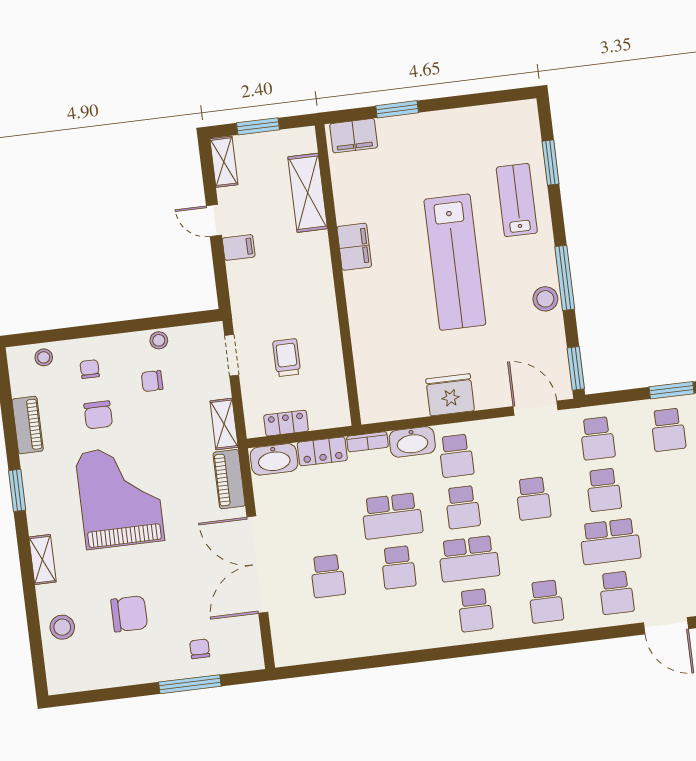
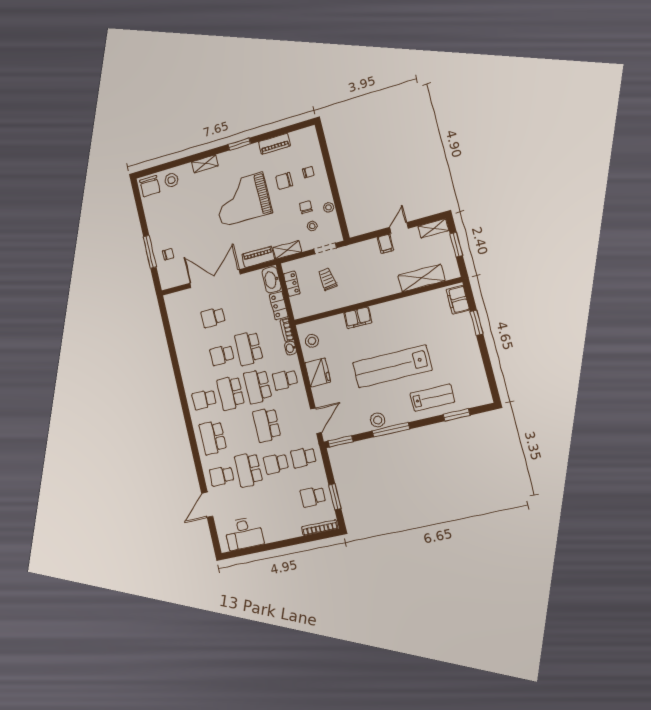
filing cabinet: (354, 247) -> (358, 318), moved
stool: (44, 357) -> (312, 226), moved
trolley: (287, 358) -> (327, 279), turned -98
stool: (393, 399) -> (312, 341), added
washbasin: (412, 442) -> (290, 348), width x0.52, depth x0.69
grand piano: (120, 497) -> (242, 199), turned 180
school desk: (533, 499) -> (267, 425), width x1.85
school desk: (463, 507) -> (258, 386), width x1.85
school desk: (546, 602) -> (213, 438), width x1.85
chair: (129, 614) -> (150, 186), moved

